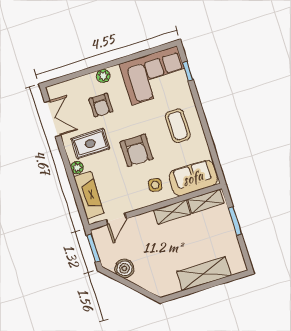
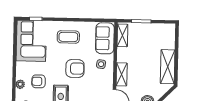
plant: (103, 76) -> (20, 84), moved
armchair: (101, 105) -> (39, 81), turned 180
shelving: (172, 212) -> (122, 74), moved
shelving: (204, 274) -> (168, 67), moved

